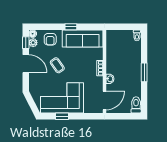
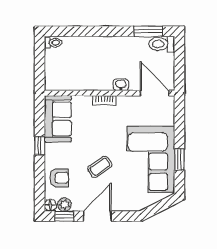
sofa: (83, 38) -> (58, 119), width x0.73
window: (144, 72) -> (148, 31), moved

